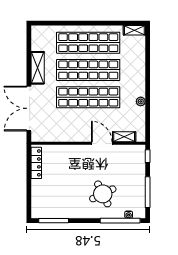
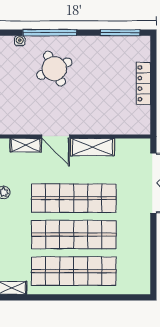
shelving: (38, 68) -> (92, 147), moved, turned 90
locker: (36, 163) -> (143, 83), moved
window: (120, 221) -> (50, 33), moved

